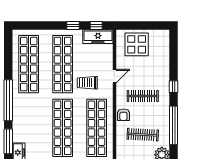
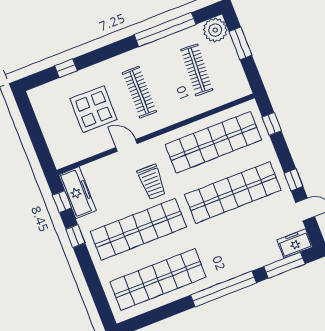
display table: (137, 44) -> (94, 109), moved
window: (174, 87) -> (66, 68), moved
armchair: (123, 115) -> (178, 110), removed

